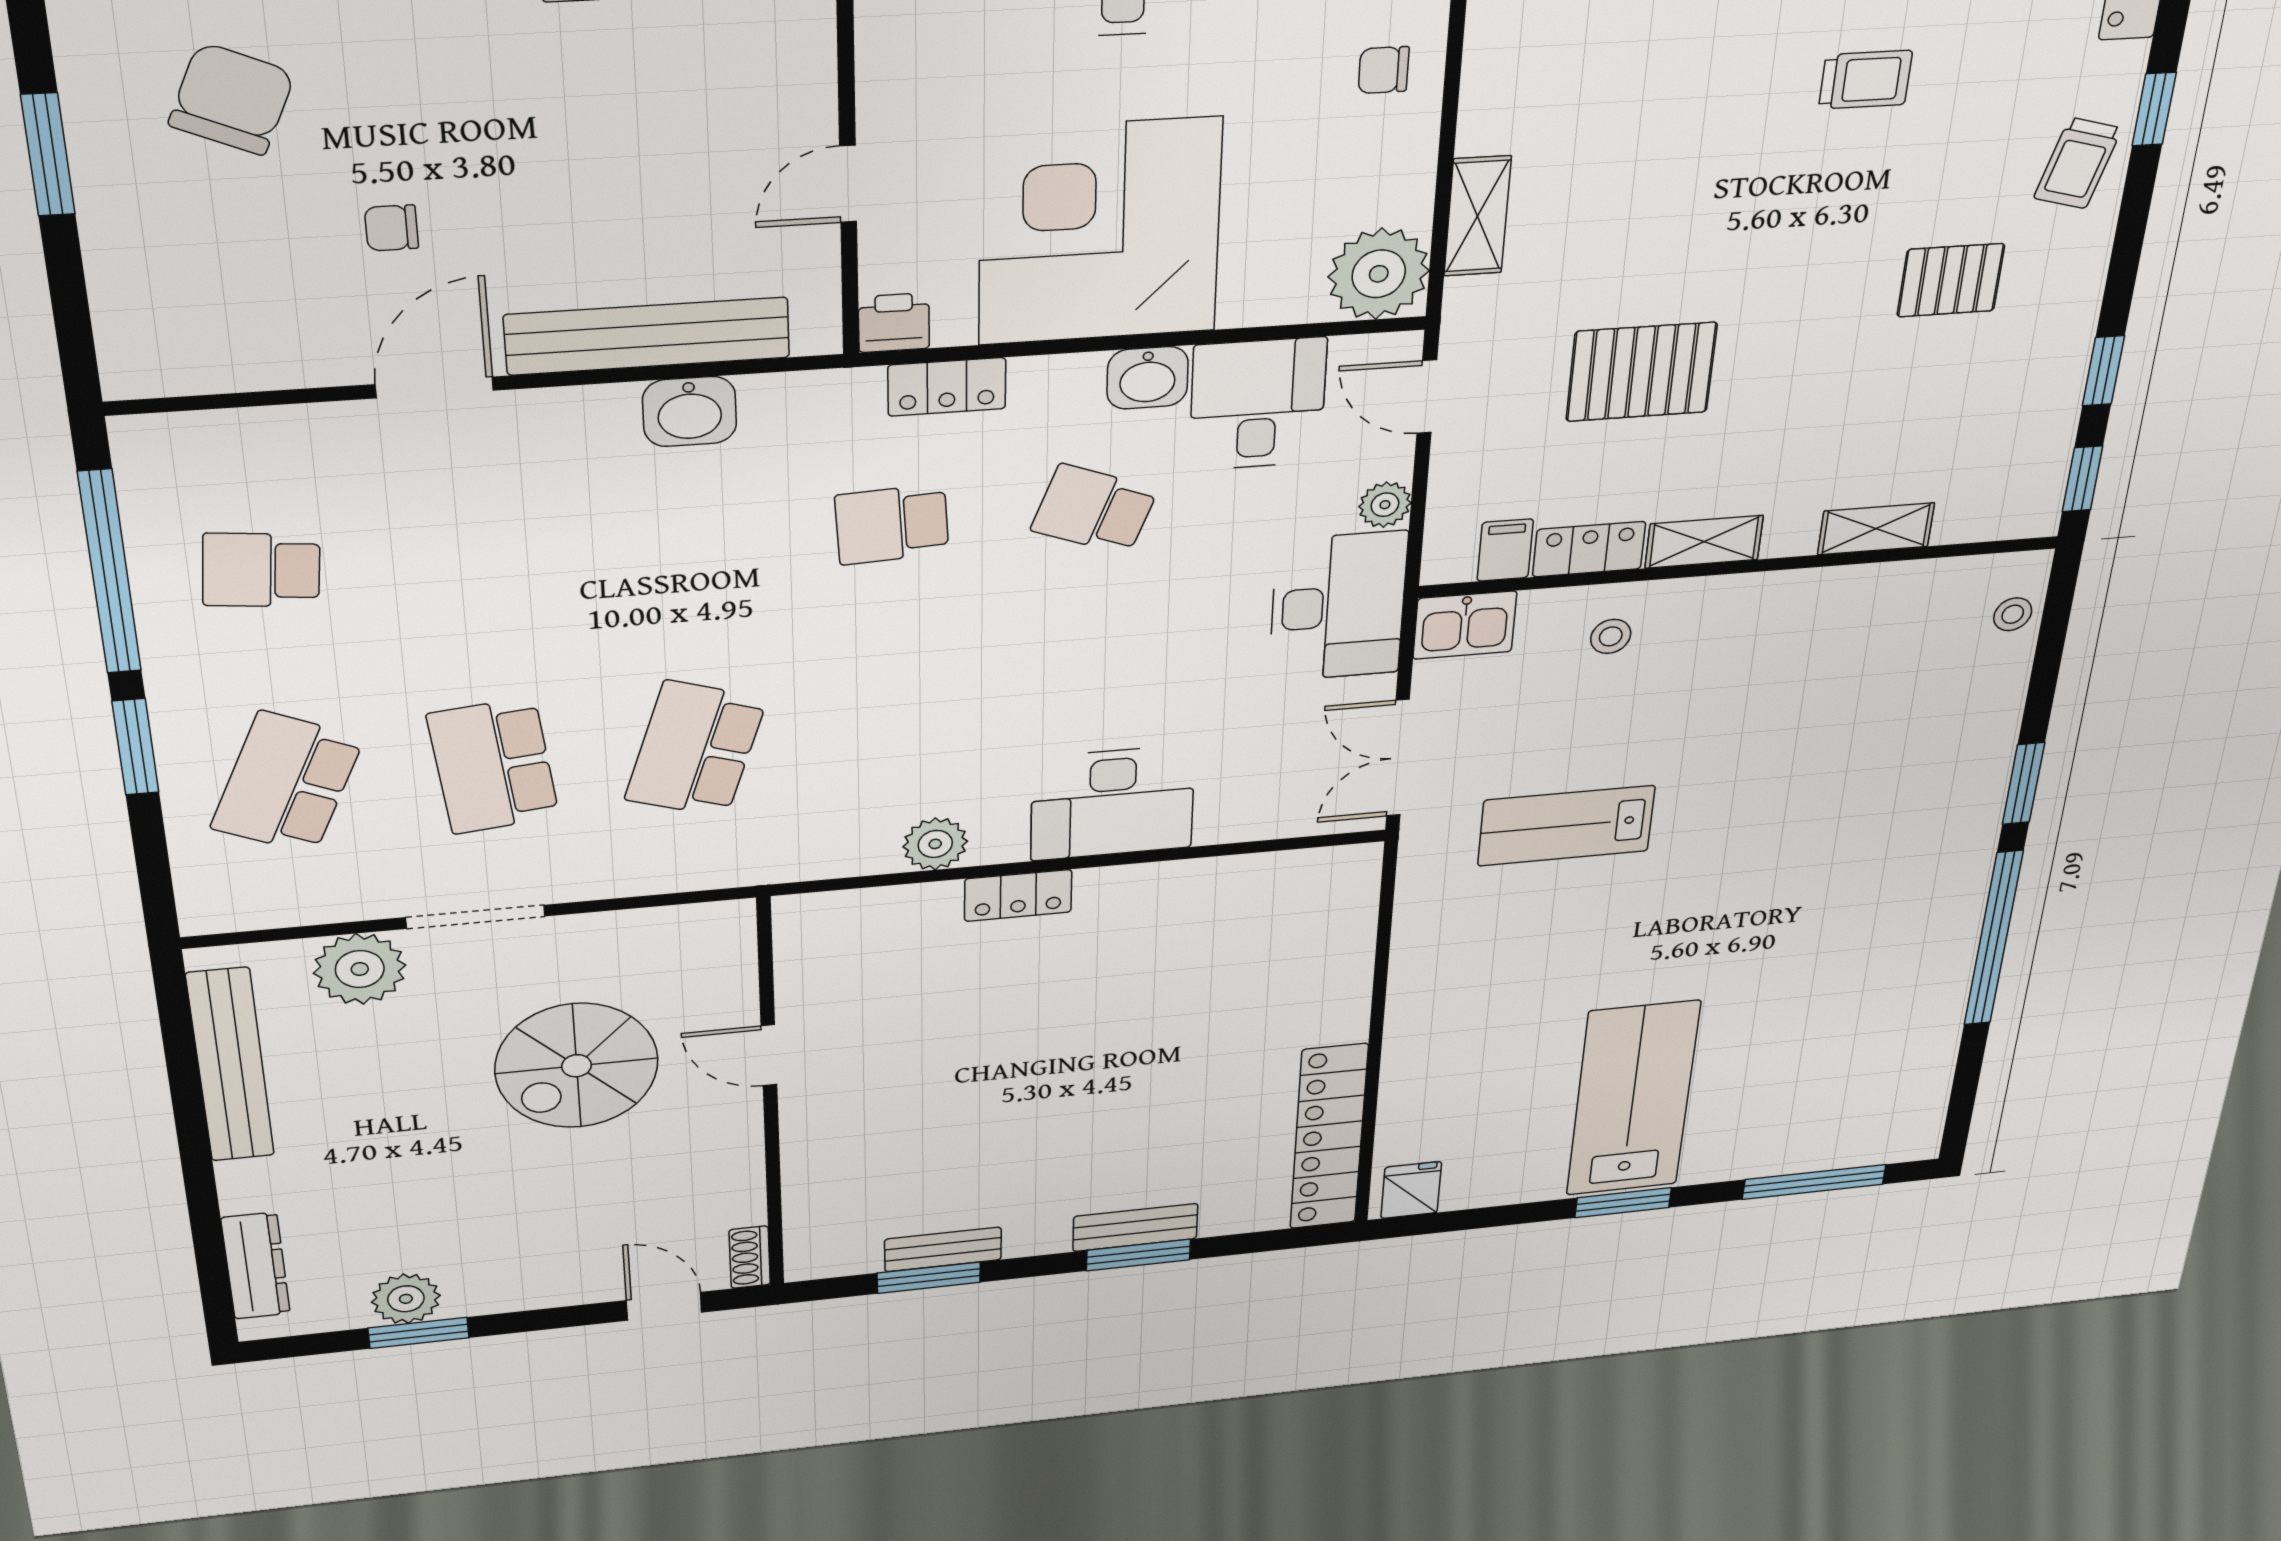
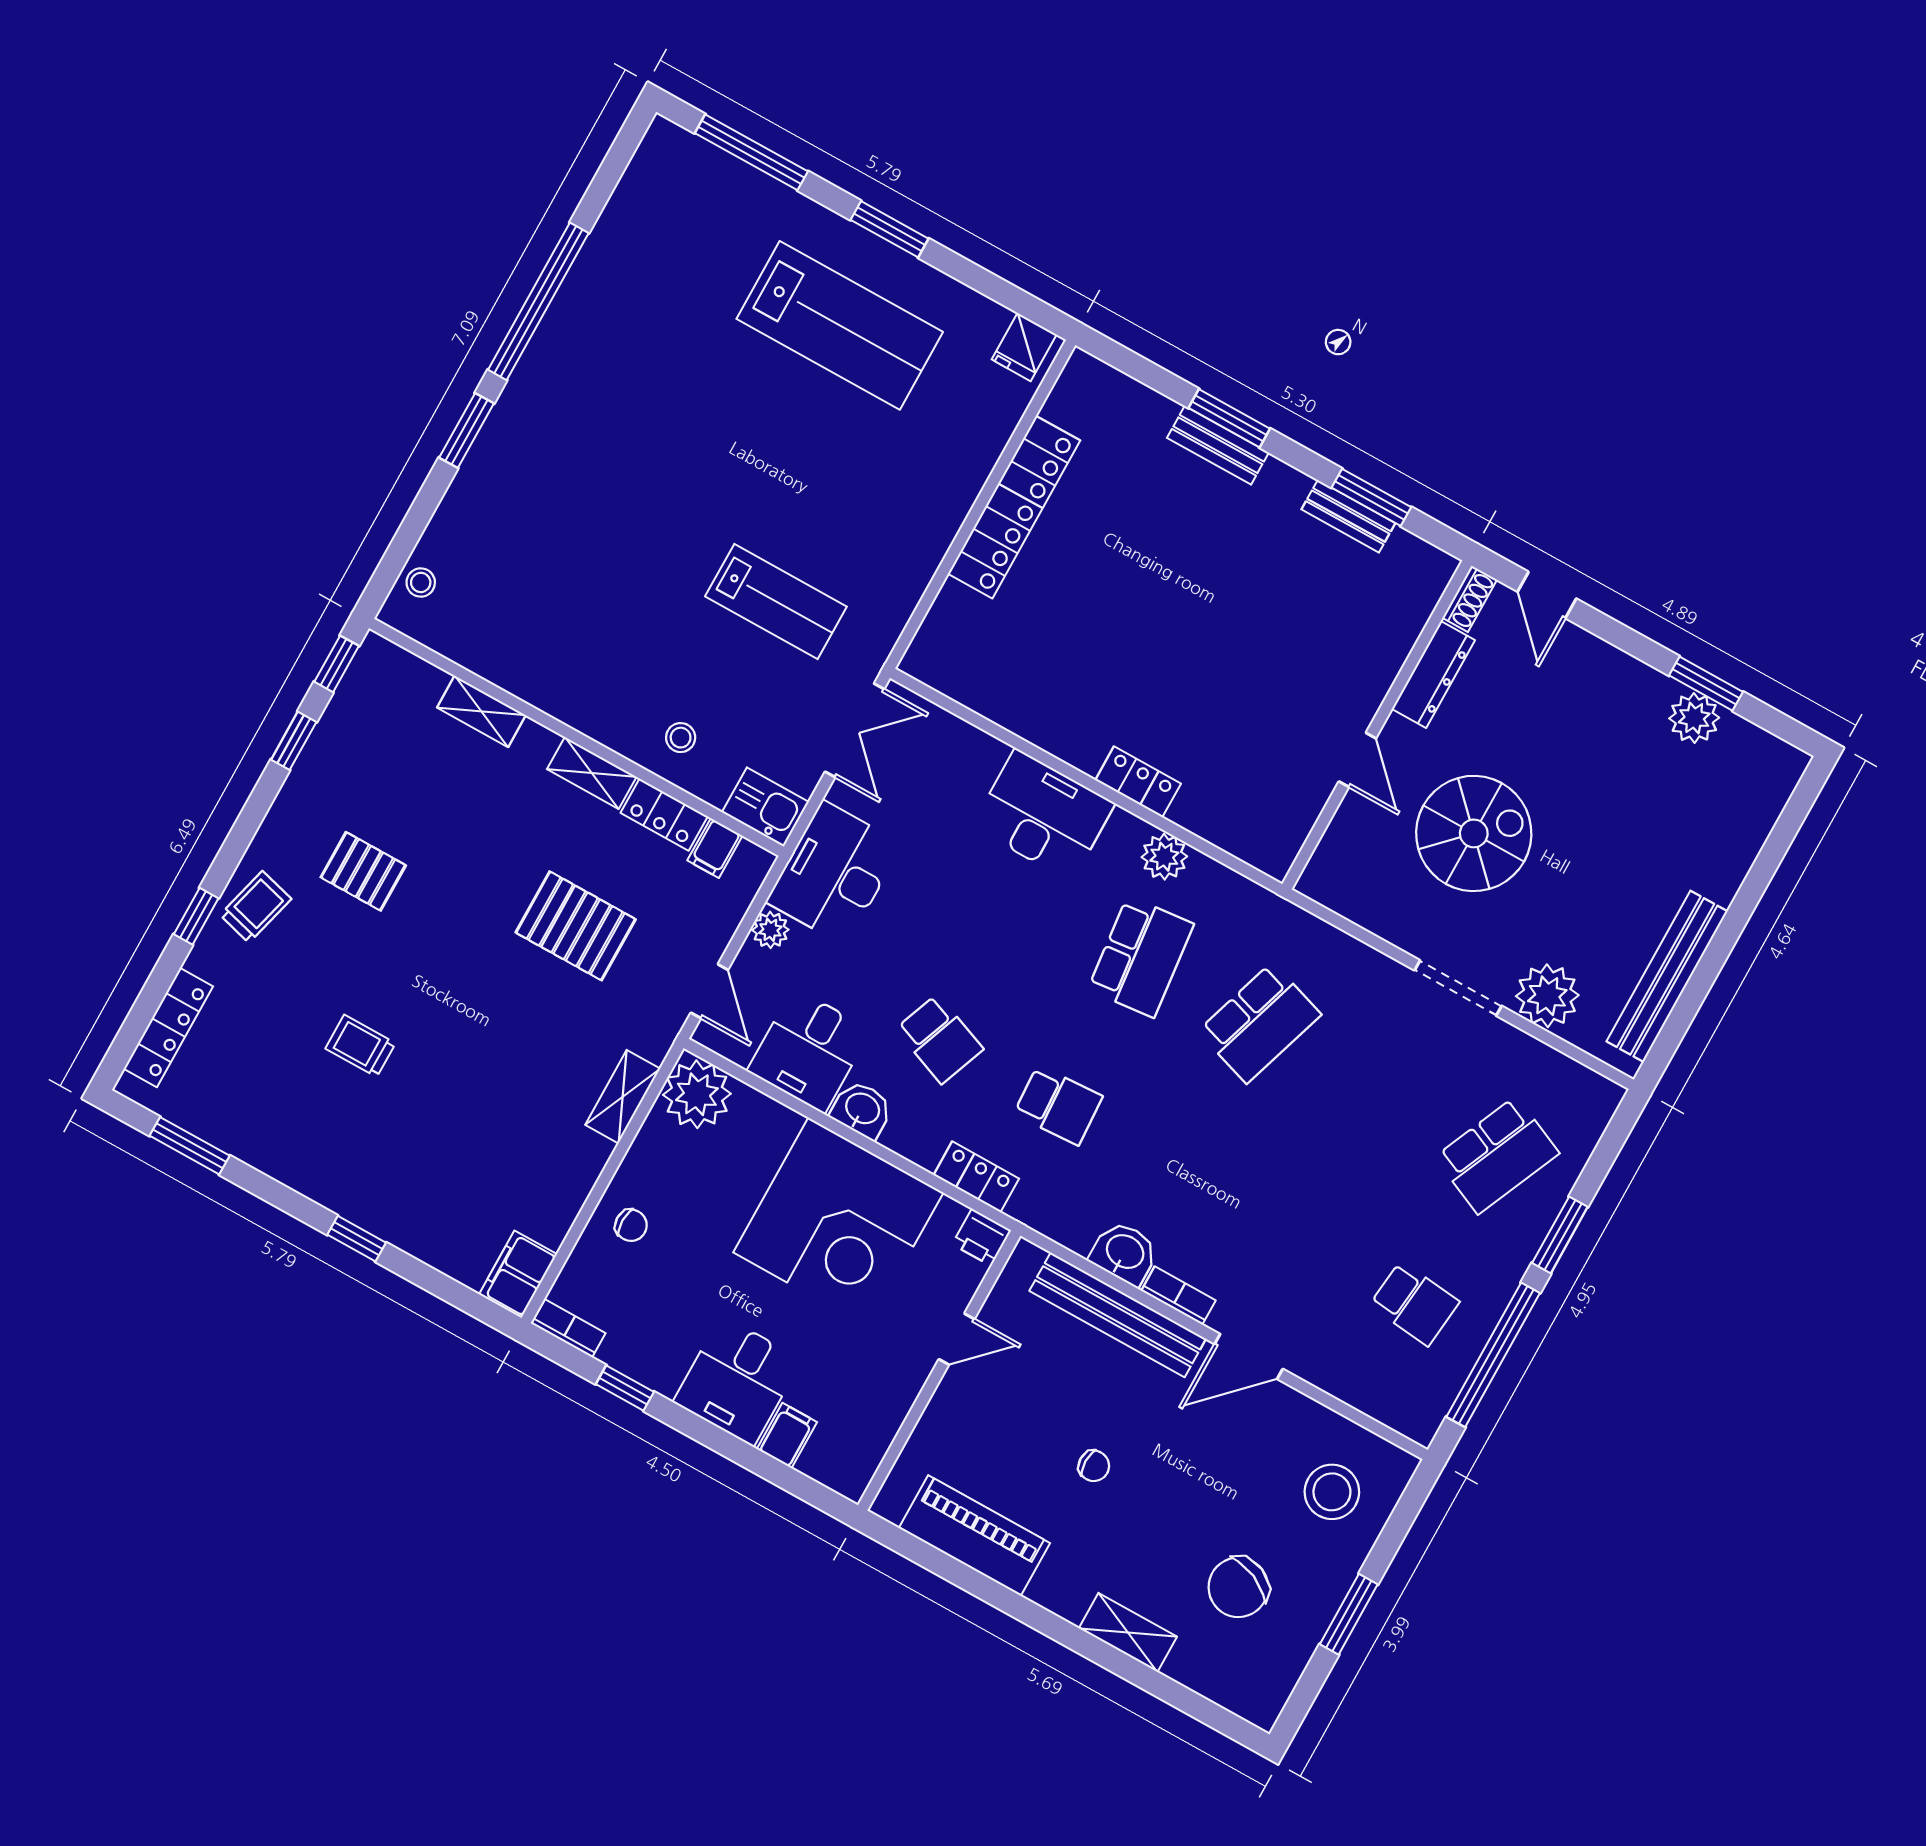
chair: (392, 228) -> (1094, 1466), moved
stool: (195, 293) -> (1332, 1492), added
bookcase: (582, 404) -> (1178, 1295), added
school desk: (493, 766) -> (1141, 957), moved
lab bench: (1633, 1099) -> (840, 325), turned -90
locker: (1329, 1137) -> (1014, 507), moved
dresser: (256, 1266) -> (1433, 675), moved, turned 180

